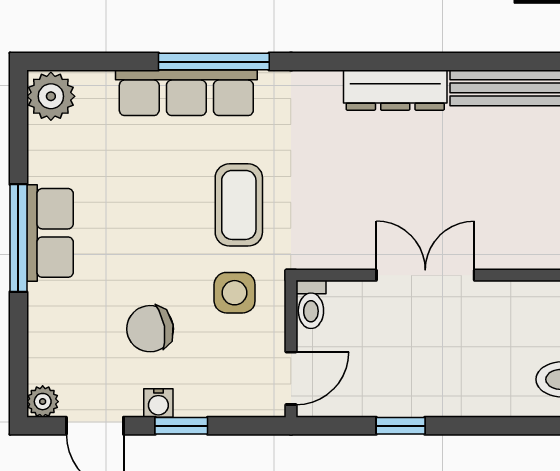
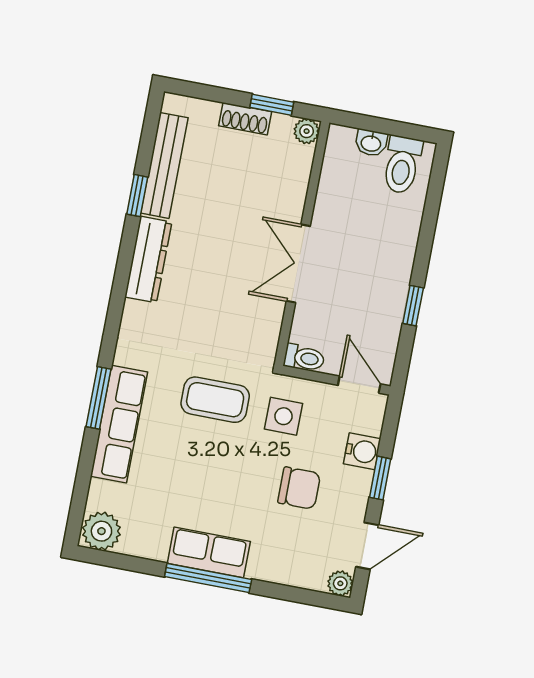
window: (214, 62) -> (99, 398), width x0.69
window: (471, 62) -> (137, 196), added
chair: (150, 329) -> (299, 488), turned -80
water cooler: (158, 403) -> (362, 451), moved, width x1.38, depth x1.38

